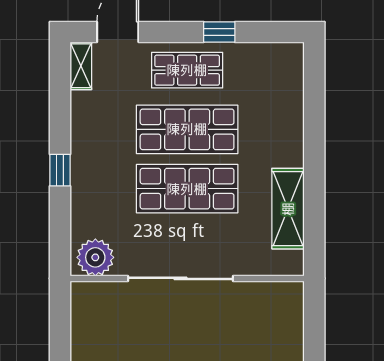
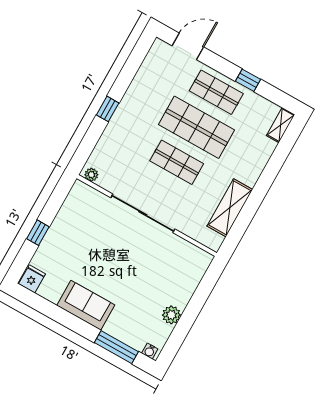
shelving: (81, 66) -> (281, 125), moved
shop shelf: (187, 189) -> (177, 162), width x0.70, depth x0.74
plant: (95, 257) -> (91, 175), width x0.53, depth x0.53

